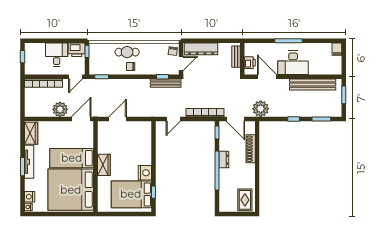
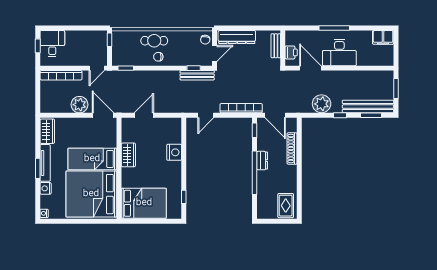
filing cabinet: (337, 49) -> (383, 37), width x2.00
printer: (77, 50) -> (98, 38), removed
desk: (57, 55) -> (52, 44), moved
bench: (313, 85) -> (368, 107), moved
plant: (261, 109) -> (322, 104), moved
door: (81, 119) -> (103, 115), hinge flipped
wardrobe: (104, 165) -> (128, 155), moved
nightstand: (145, 173) -> (174, 152), moved
bed: (131, 194) -> (144, 203), moved, turned 180
nightstand: (30, 197) -> (46, 188), moved

